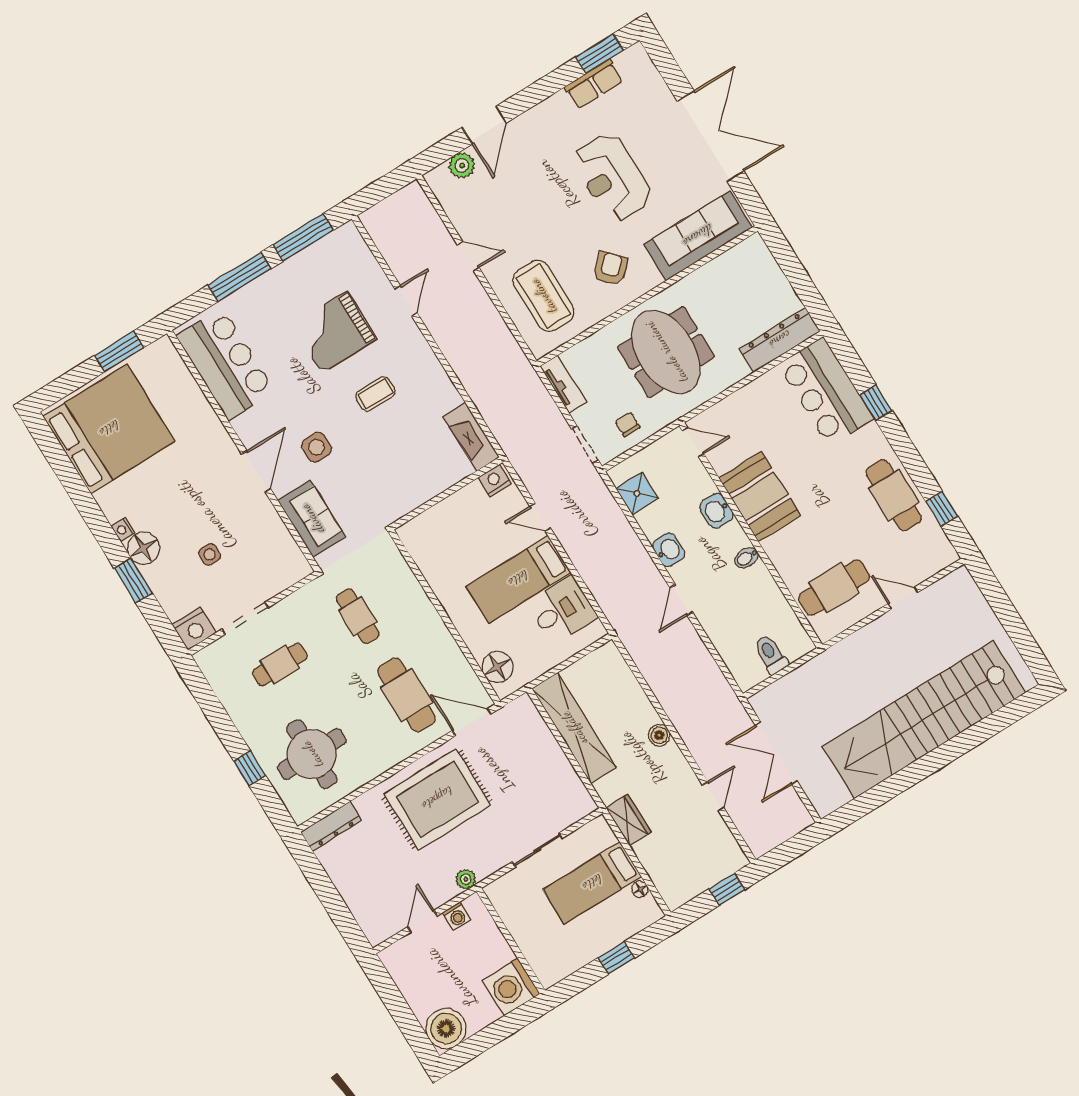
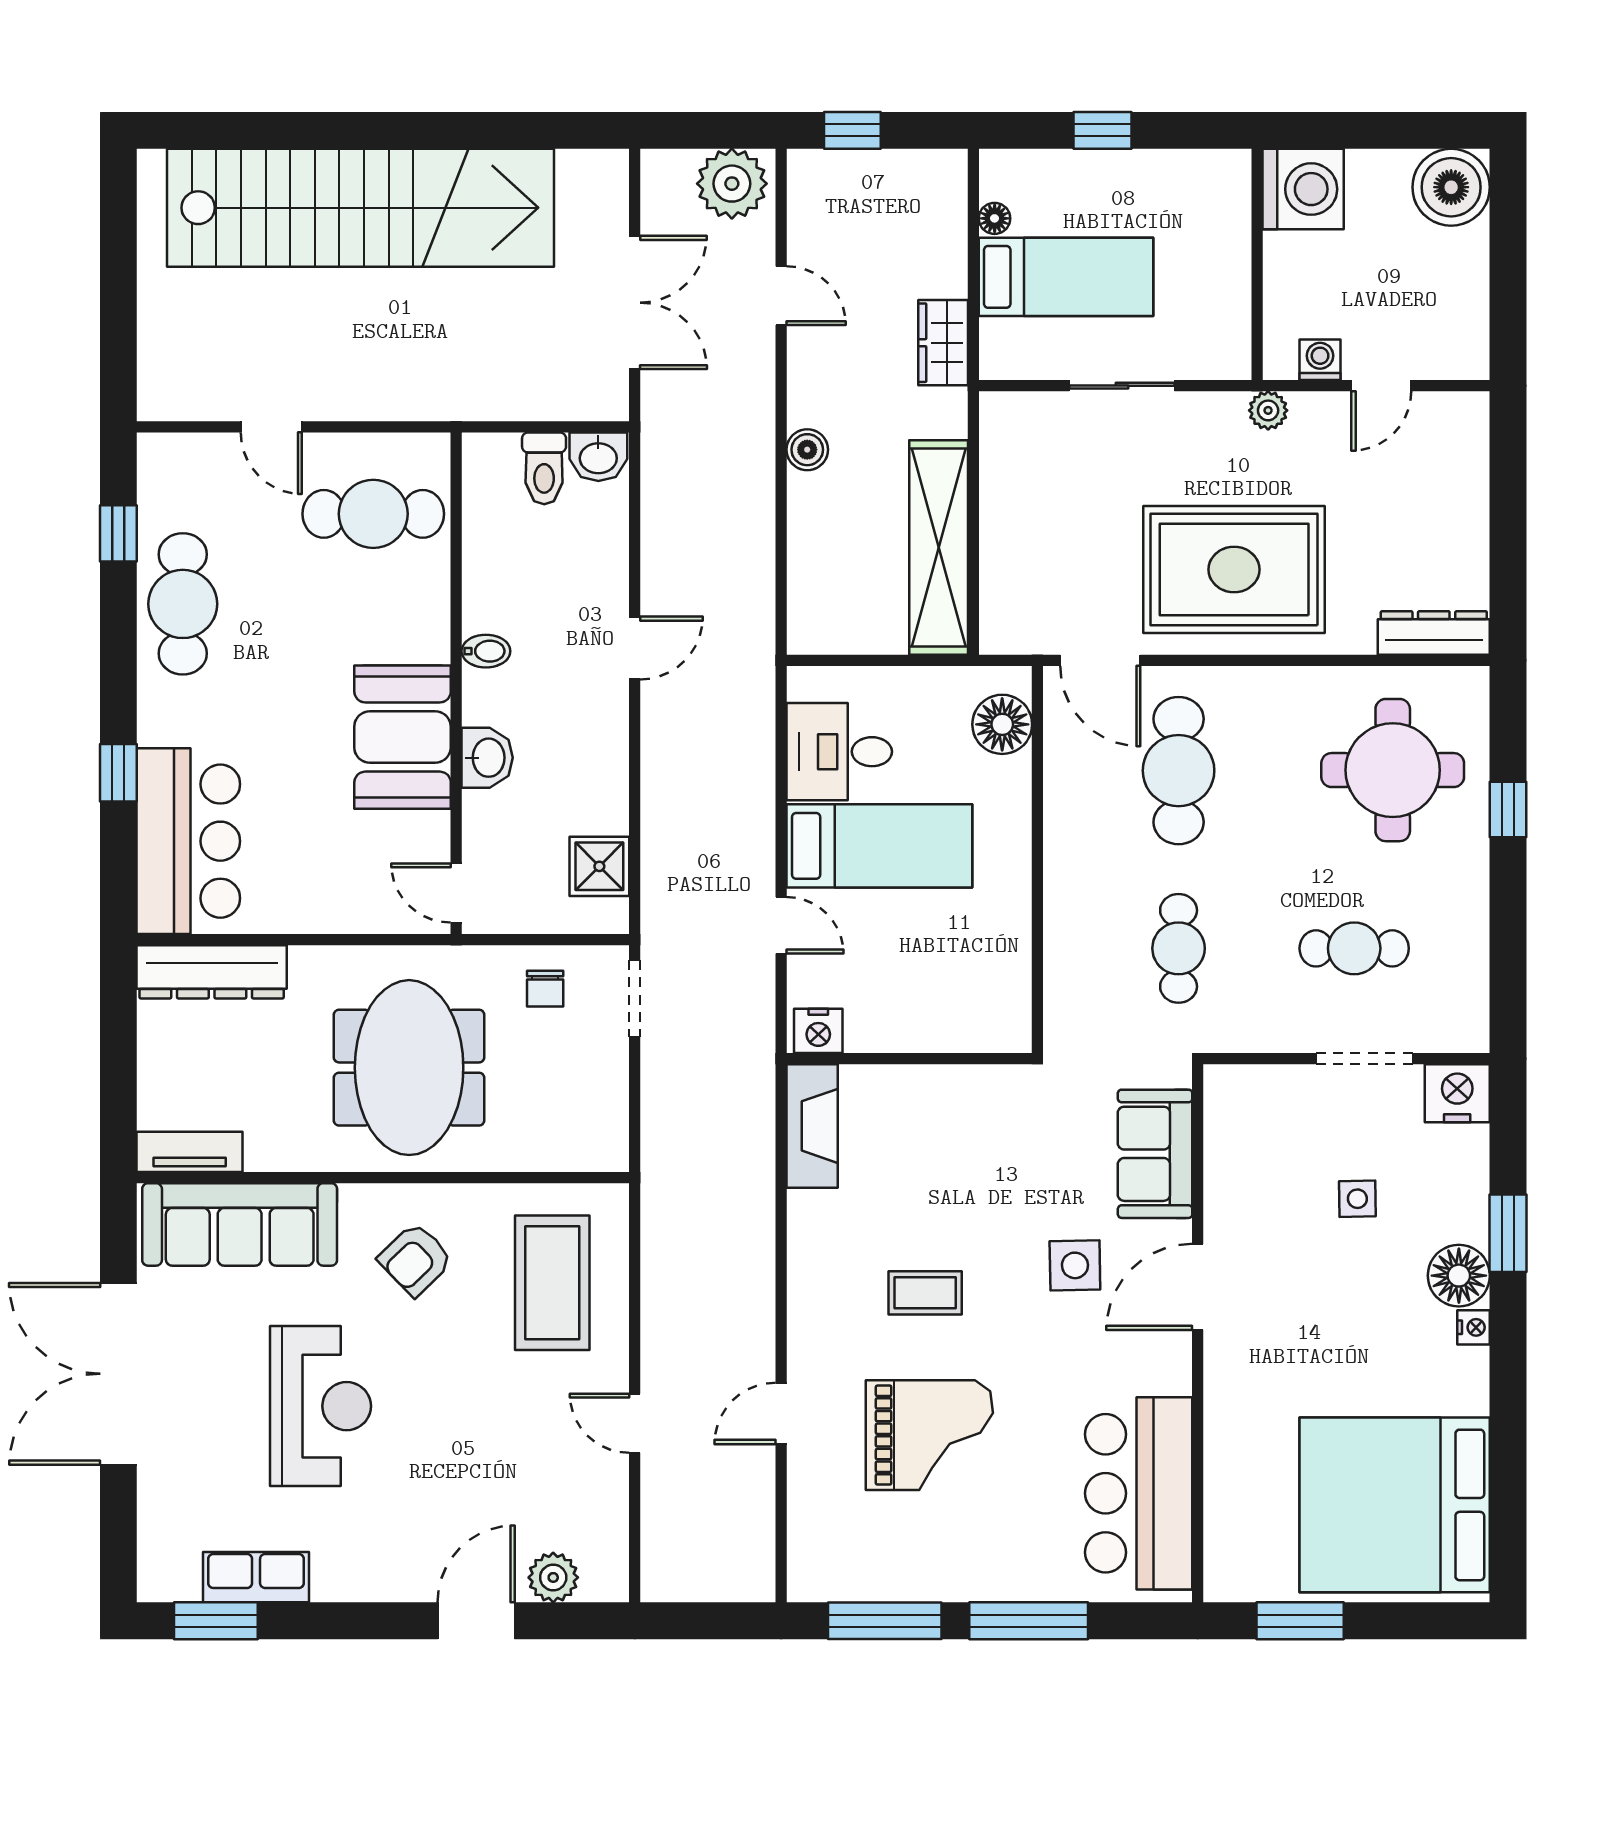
tv unit: (563, 384) -> (190, 1152), moved, turned 90
washbasin: (669, 550) -> (598, 457), moved, turned -90
door: (713, 796) -> (781, 296), swing flipped
plant: (766, 832) -> (732, 184), added

